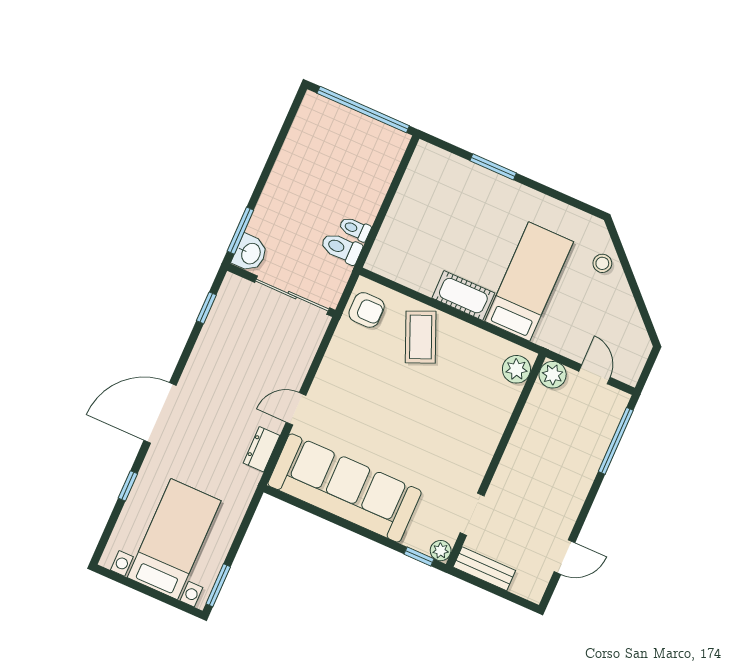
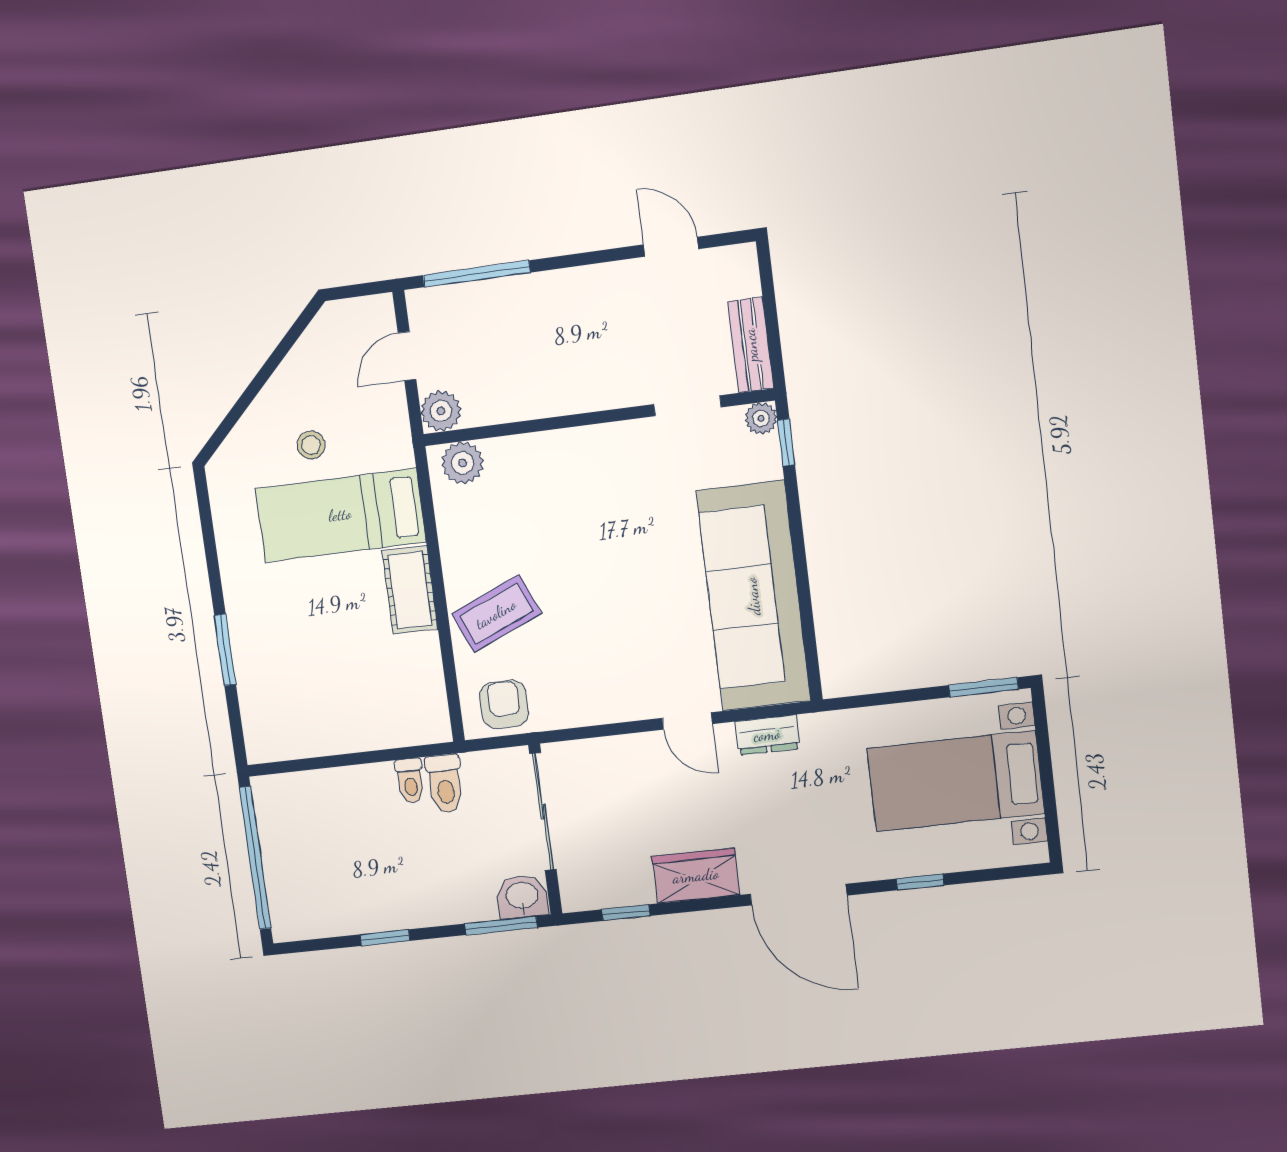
window: (273, 158) -> (385, 938), added
stool: (602, 263) -> (311, 445), moved
wardrobe: (205, 361) -> (696, 876), added

